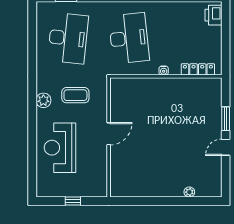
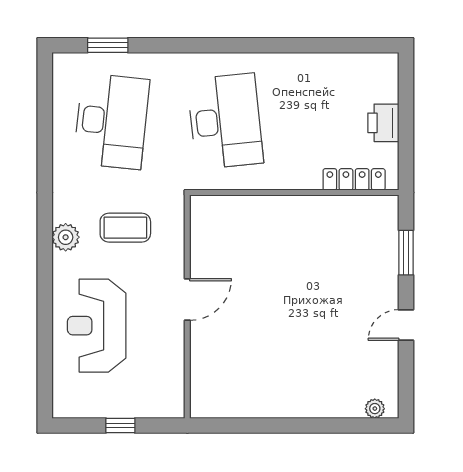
printer: (214, 15) -> (383, 123), moved
water cooler: (164, 71) -> (290, 182), removed
window: (226, 119) -> (406, 253), moved
plant: (189, 192) -> (375, 409), moved

